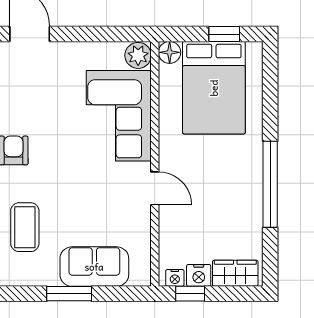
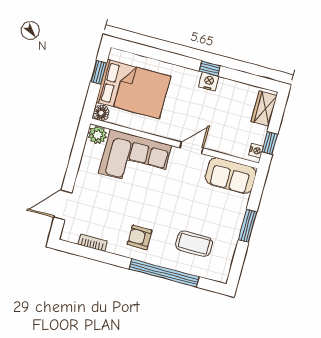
window: (270, 184) -> (210, 68), width x0.32
sofa: (94, 267) -> (231, 176), moved, turned -90
nightstand: (199, 275) -> (209, 82), moved, turned -90

